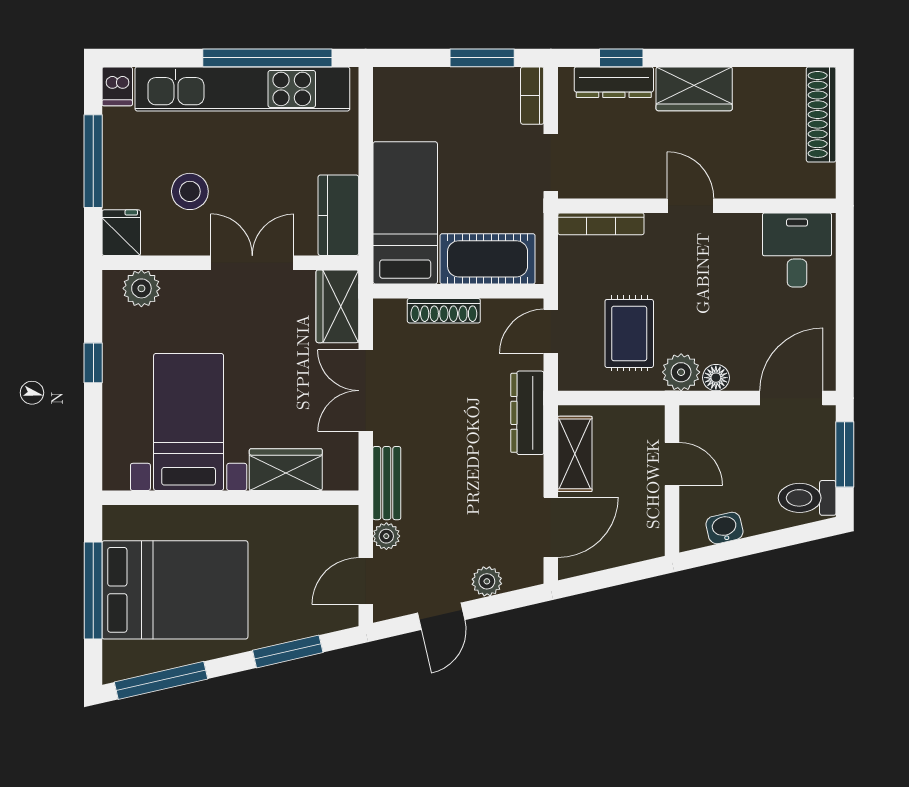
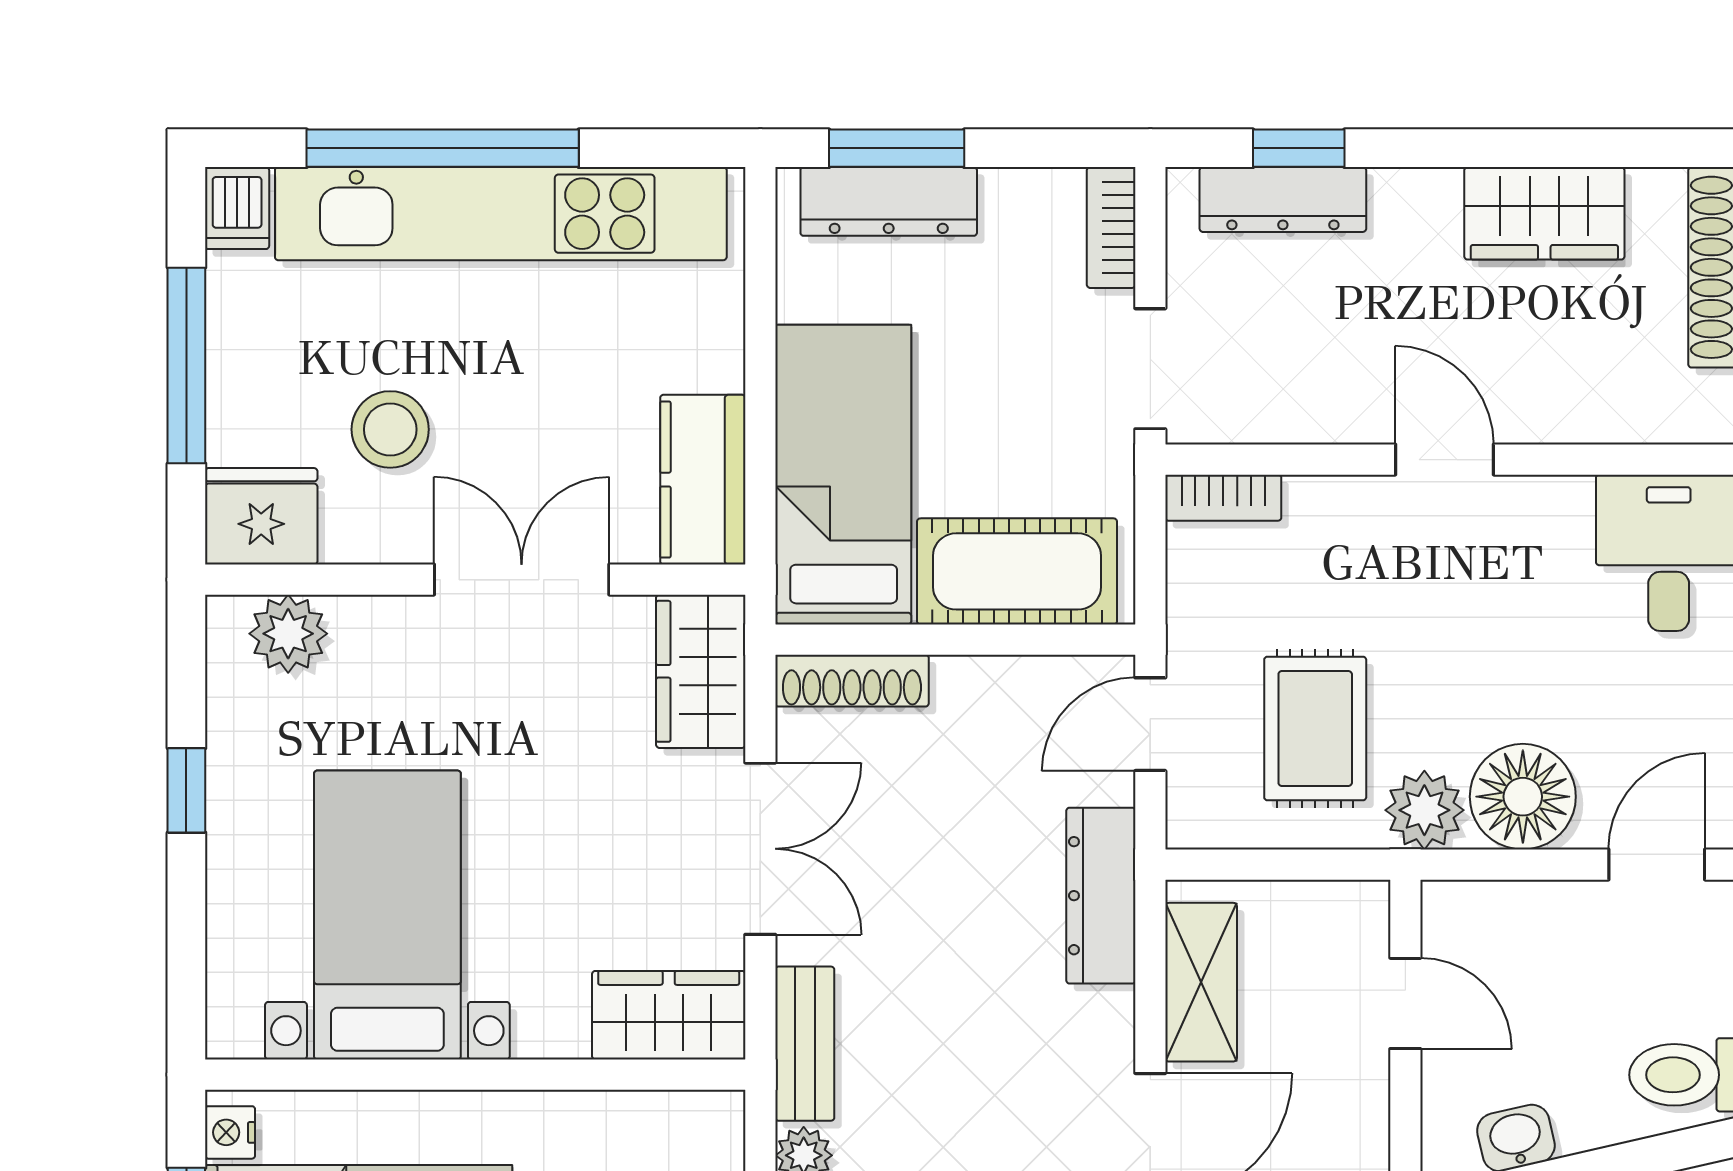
window: (267, 58) -> (443, 148), moved
window: (482, 58) -> (897, 148), moved
dresser: (427, 83) -> (889, 201), added
wardrobe: (694, 89) -> (1544, 213), moved
bookcase: (601, 224) -> (1223, 498), width x0.64
fridge: (121, 233) -> (261, 516), width x1.38
shoe rack: (444, 311) -> (852, 681), moved
floor lamp: (716, 378) -> (1523, 797), width x1.89, depth x1.89
double door: (366, 391) -> (760, 849), swing flipped
door: (791, 398) -> (1657, 865), width x0.73
wardrobe: (286, 470) -> (669, 1015), moved
nightstand: (114, 525) -> (230, 1132), added

